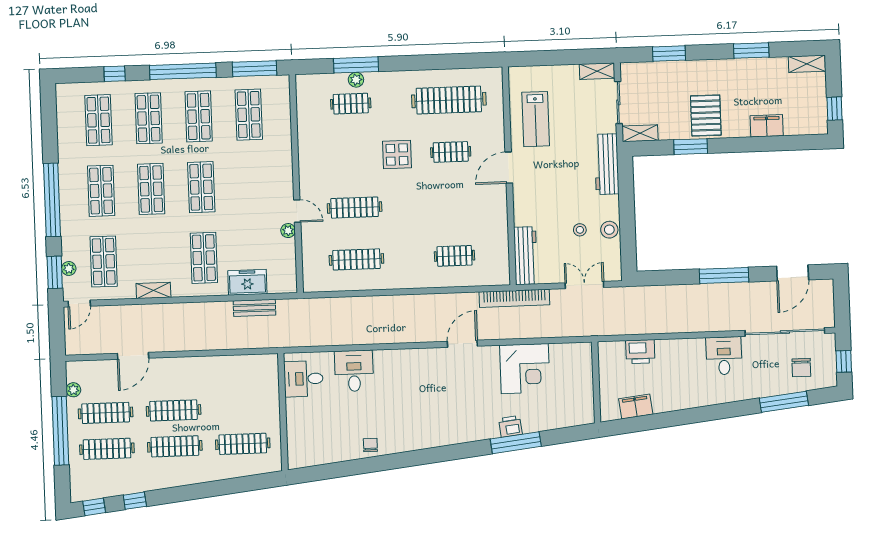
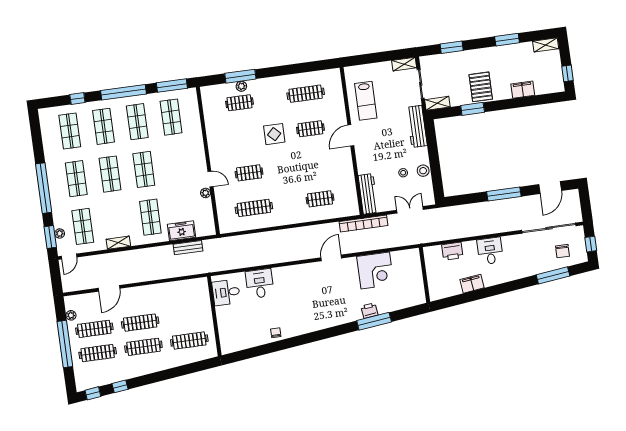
clothes rail: (449, 100) -> (306, 94), width x0.73, depth x0.76
clothes rail: (355, 208) -> (249, 173), width x0.73
desk: (724, 356) -> (490, 251), moved
filing cabinet: (636, 406) -> (472, 284), moved

